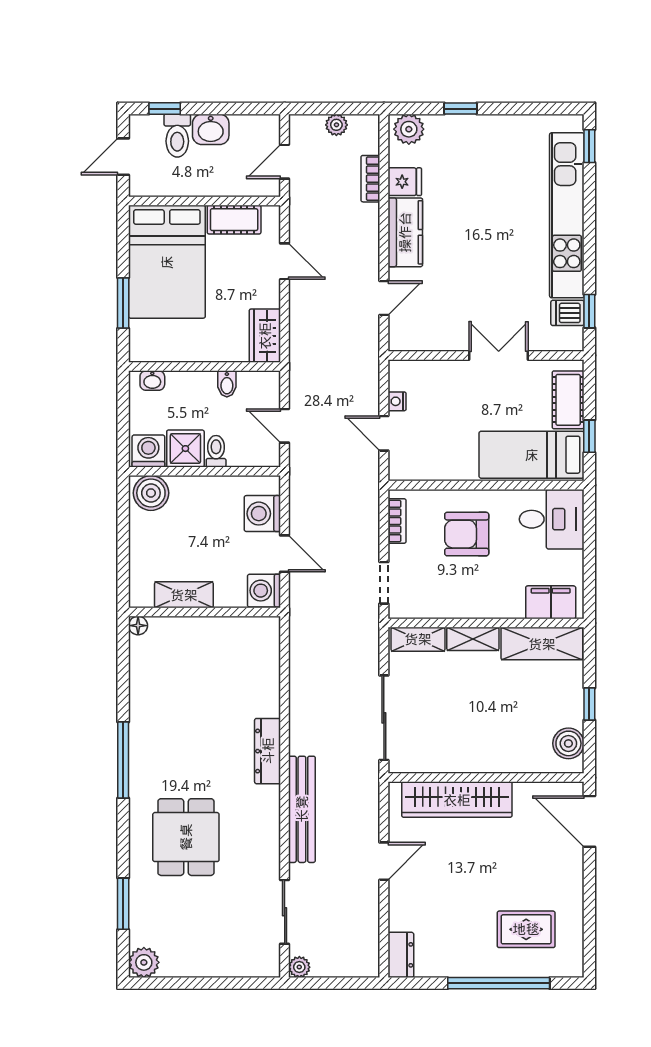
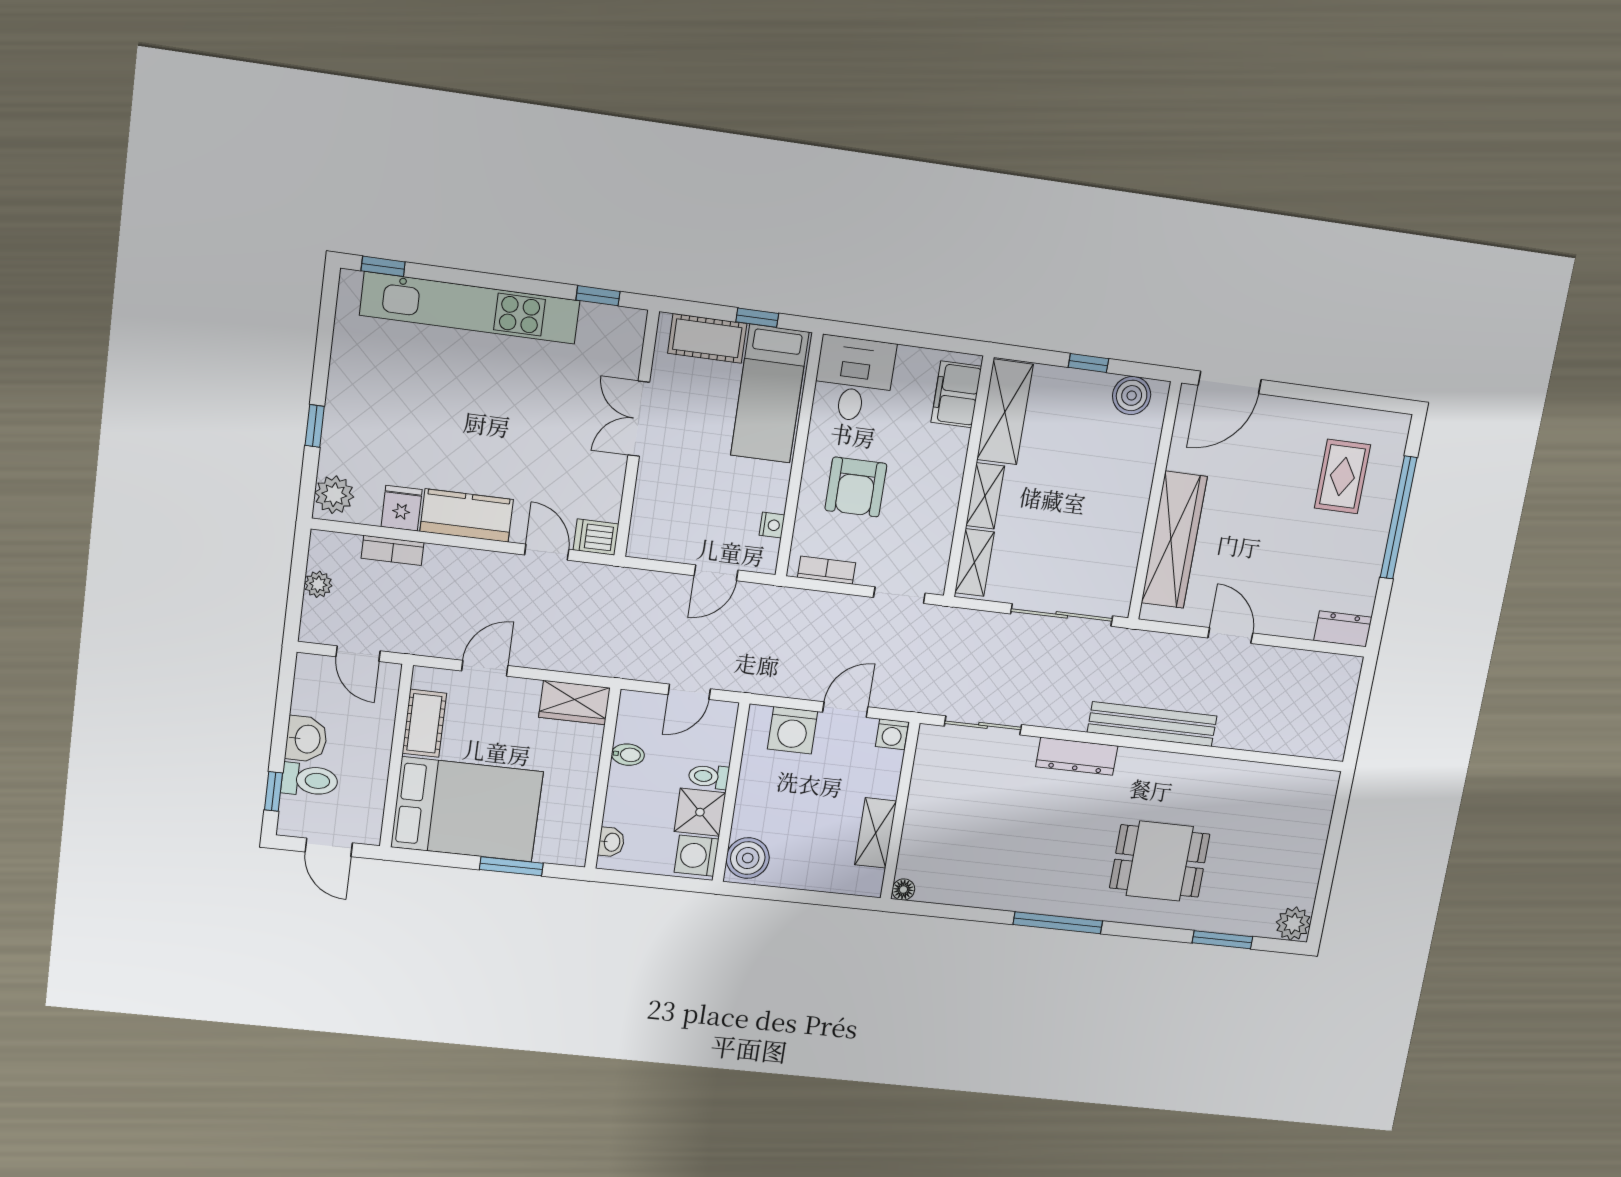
dishwasher: (567, 313) -> (596, 537), moved, turned 90
nightstand: (397, 401) -> (772, 525), moved, turned -90
washing machine: (264, 591) -> (892, 734), width x0.73, depth x0.73
sliding door: (285, 912) -> (983, 725), moved
plant: (299, 967) -> (1333, 748), removed

